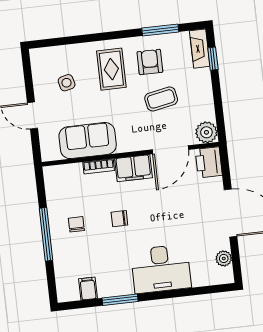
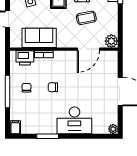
printer: (209, 162) -> (25, 58), moved, turned -90
filing cabinet: (133, 168) -> (65, 58), removed
plant: (224, 258) -> (113, 129), moved
filing cabinet: (88, 289) -> (15, 127), moved

